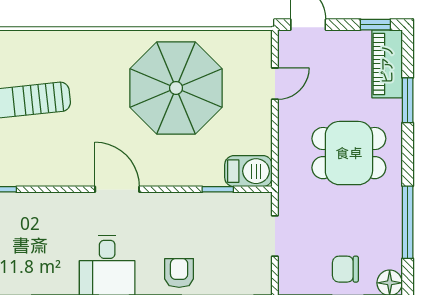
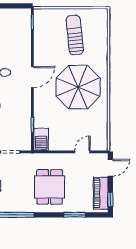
piano: (387, 64) -> (101, 193), moved, turned -90
door: (275, 84) -> (82, 152), swing flipped
parasol: (176, 88) -> (78, 87), moved

